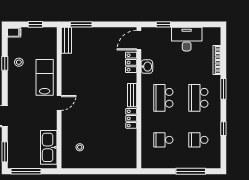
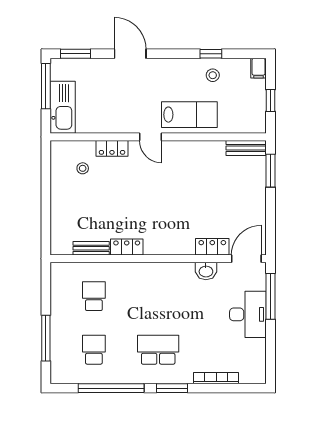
window: (163, 24) -> (270, 296), width x2.17
desk: (187, 39) -> (248, 314), moved
door: (139, 40) -> (246, 259), hinge flipped
bench: (132, 95) -> (91, 248), moved
school desk: (163, 98) -> (158, 296), removed
locker: (67, 128) -> (112, 148), added
window: (223, 129) -> (111, 388), width x3.17
kitchen sink: (49, 147) -> (63, 107), moved, turned 90

